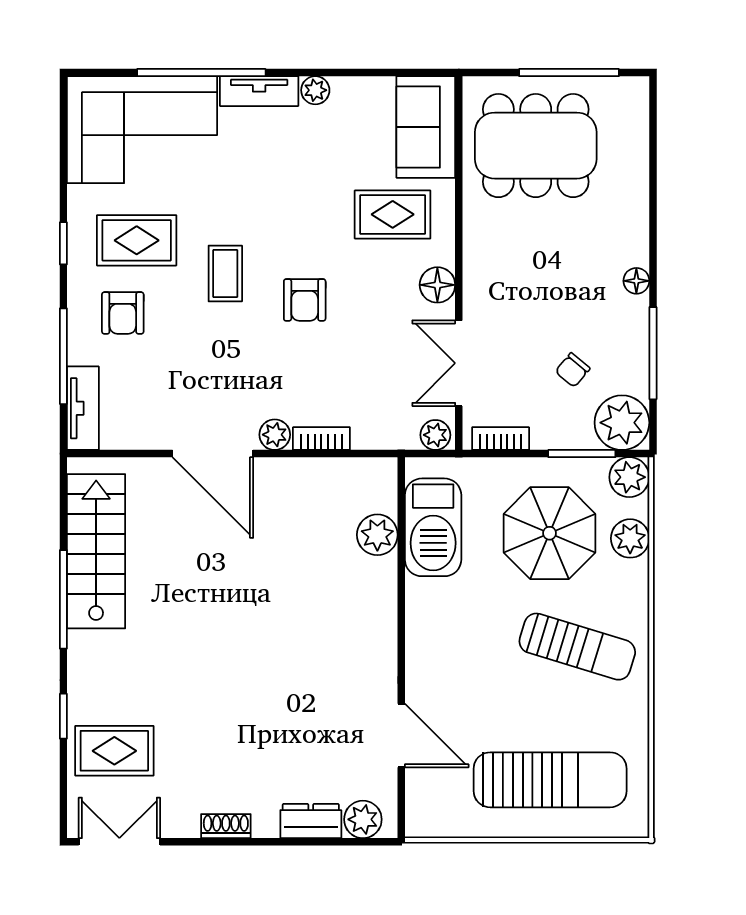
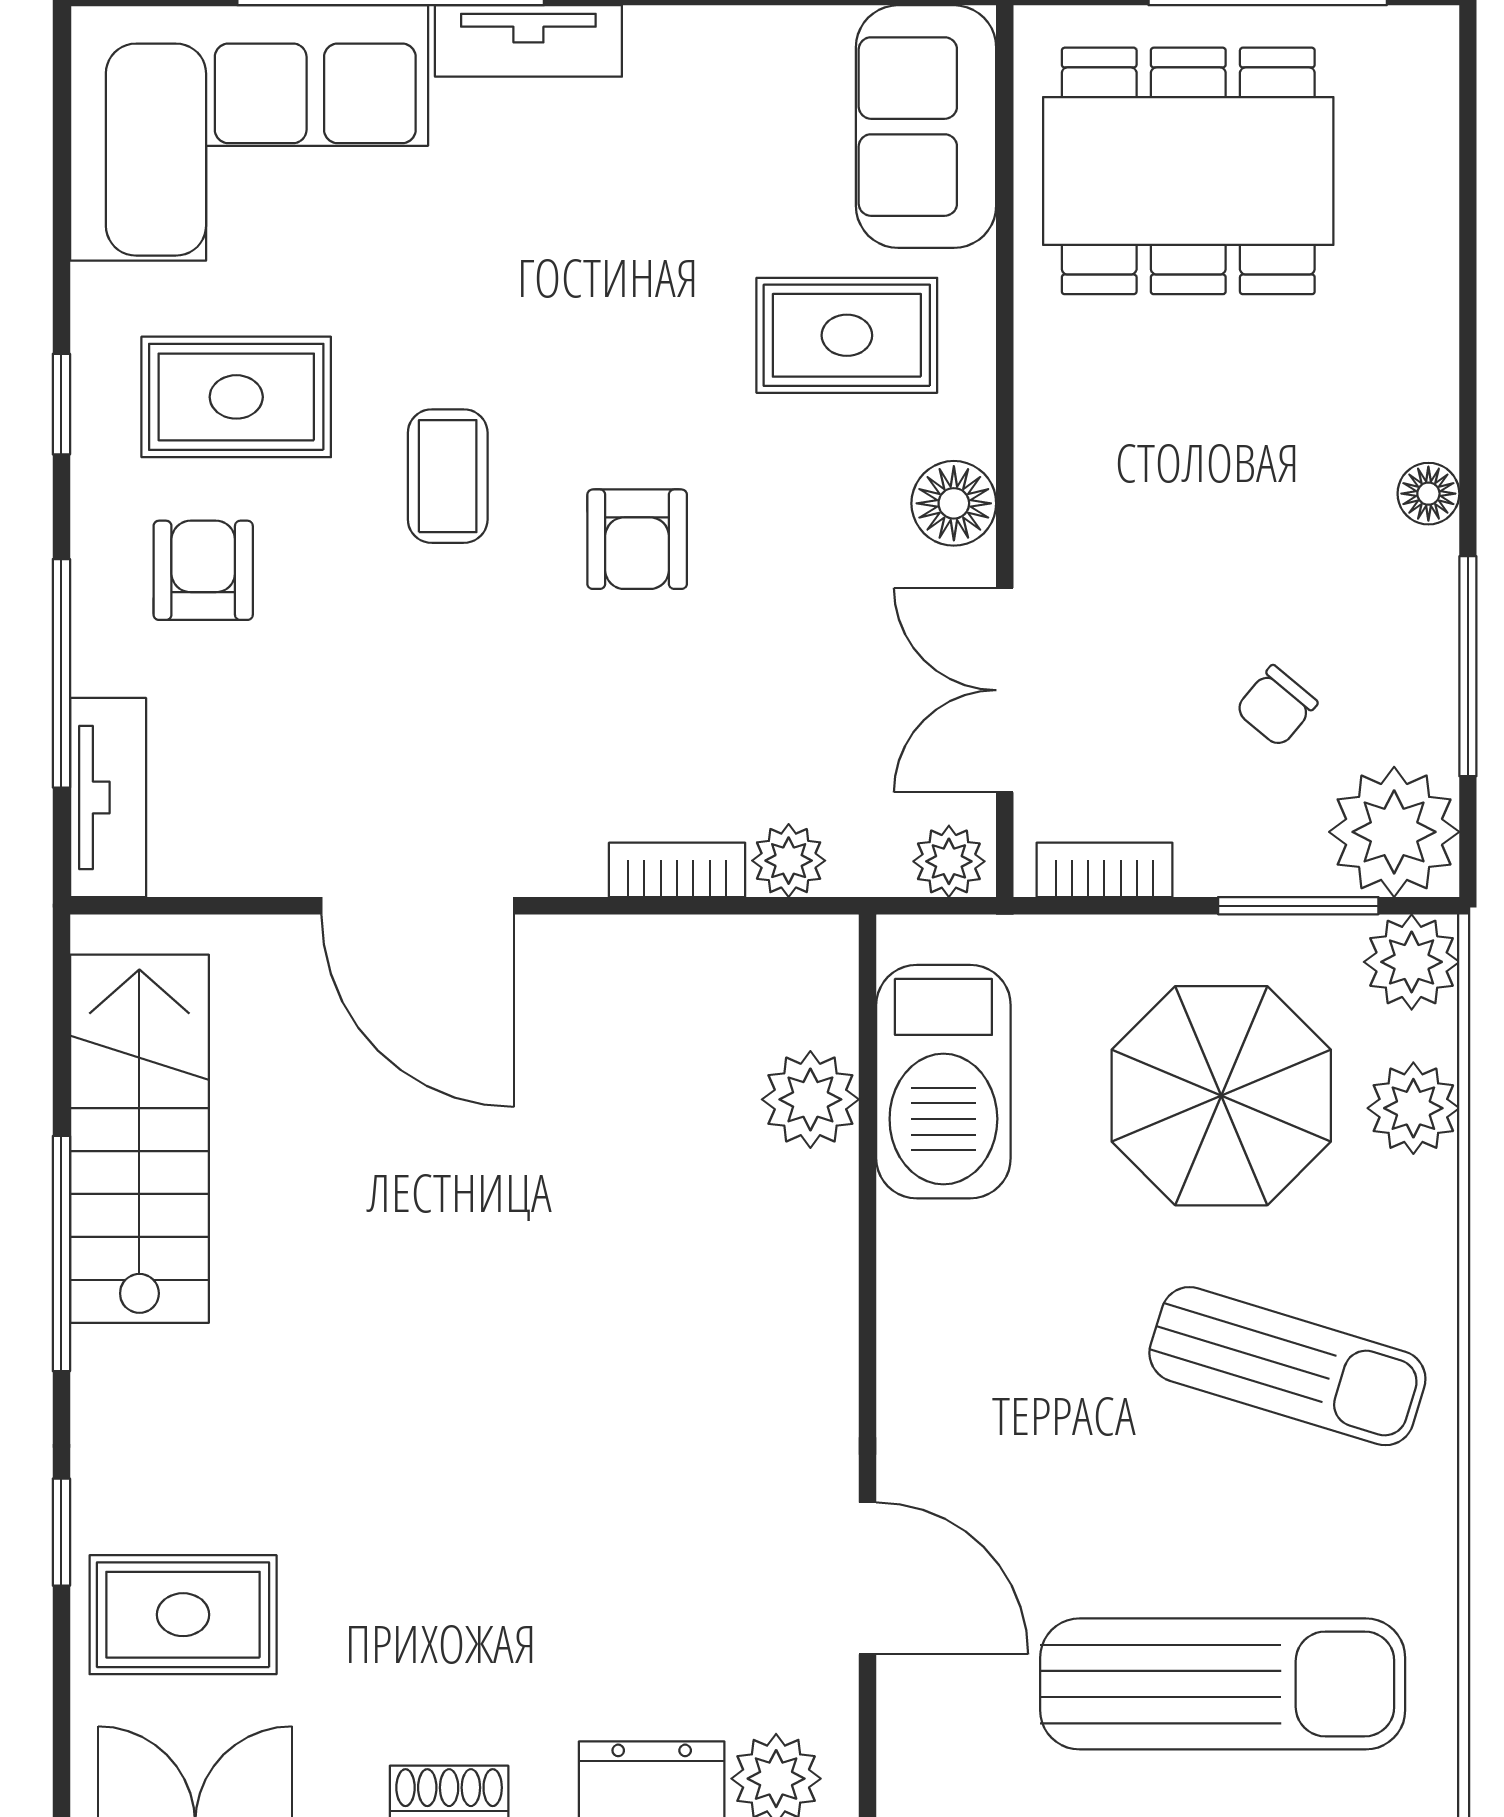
plant: (315, 90) -> (662, 39), removed
armchair: (123, 313) -> (203, 570), turned 180
plant: (275, 435) -> (789, 861), moved

